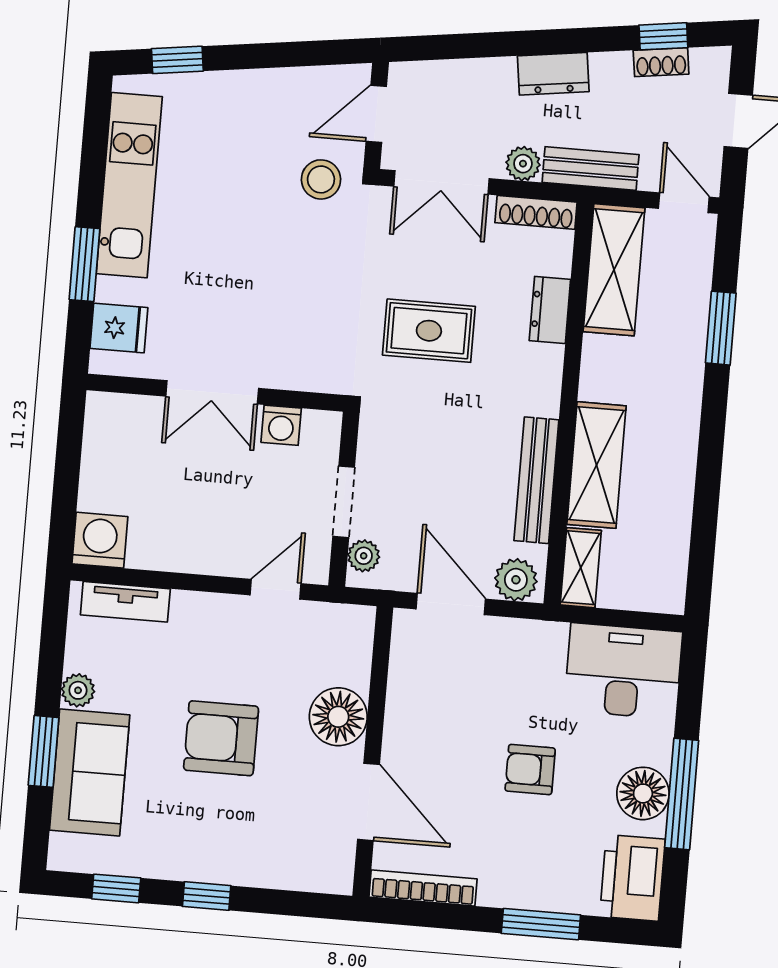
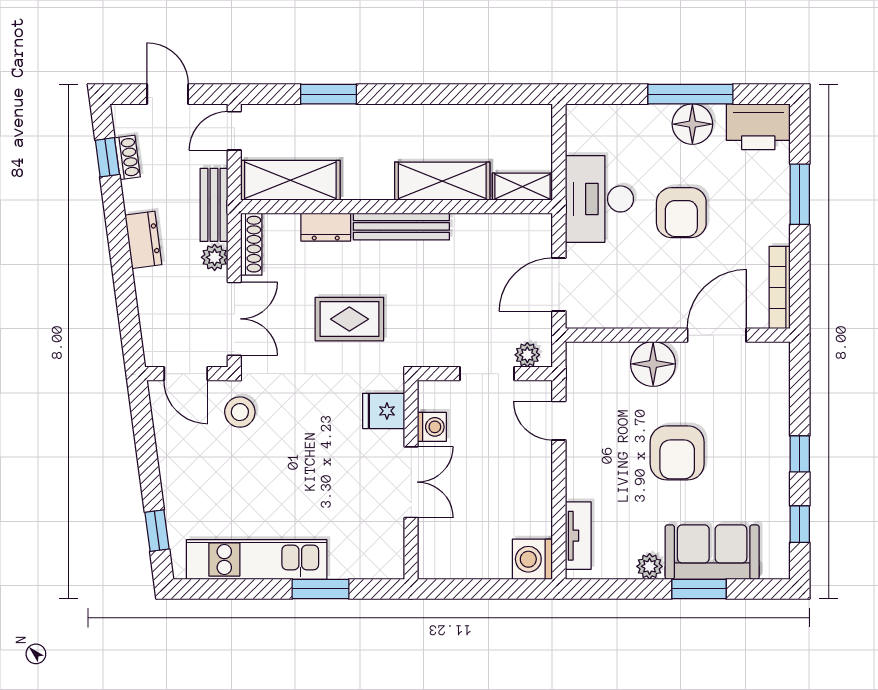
fridge: (119, 328) -> (384, 411), moved, turned -90
rug: (429, 331) -> (349, 319), turned 90
bench: (536, 480) -> (401, 226), moved
plant: (516, 580) -> (536, 236), removed
desk: (623, 671) -> (599, 199), moved
armchair: (530, 770) -> (681, 213), width x1.38, depth x1.38

